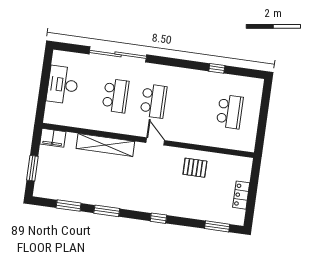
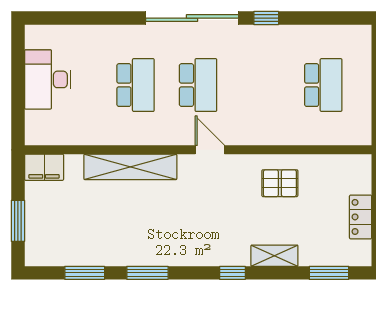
sliding door: (118, 54) -> (192, 18), moved
window: (217, 68) -> (266, 18), moved
shelving: (185, 211) -> (274, 256), added

